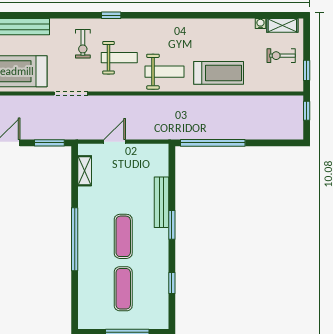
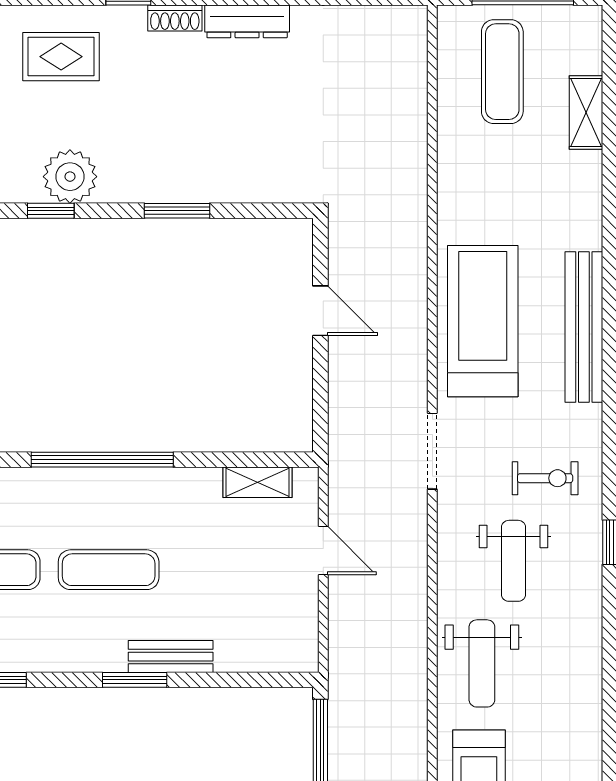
exercise bike: (83, 44) -> (545, 478), turned 180
window: (49, 143) -> (320, 403), removed
bench: (161, 202) -> (171, 657), width x0.73

